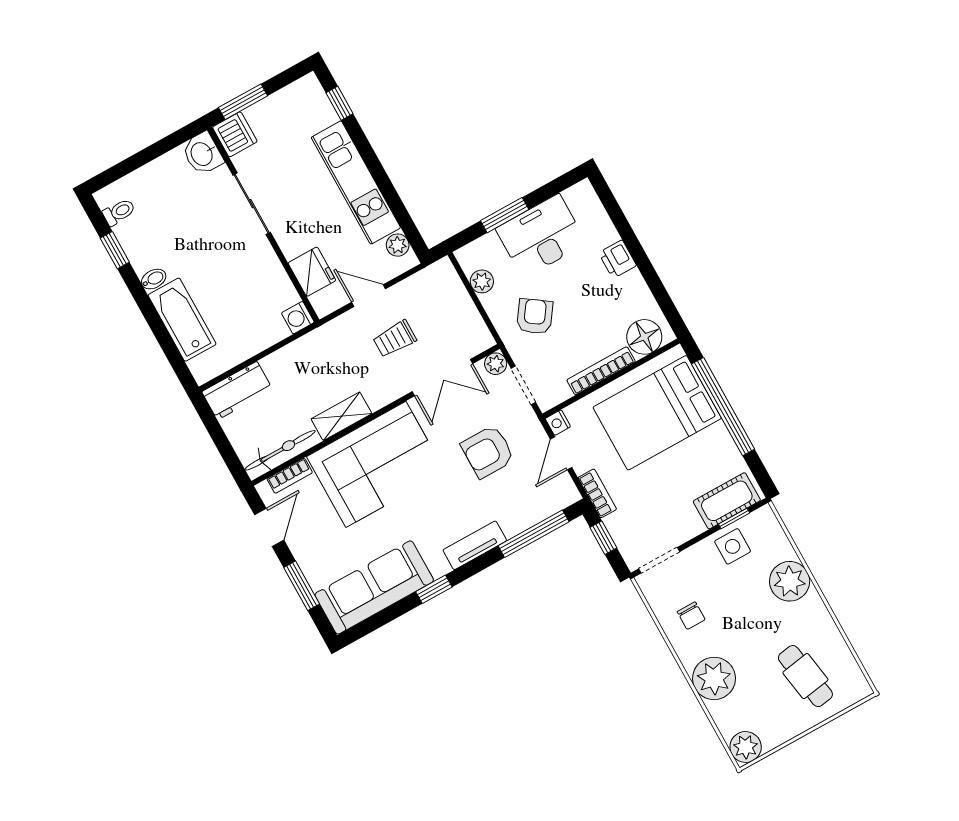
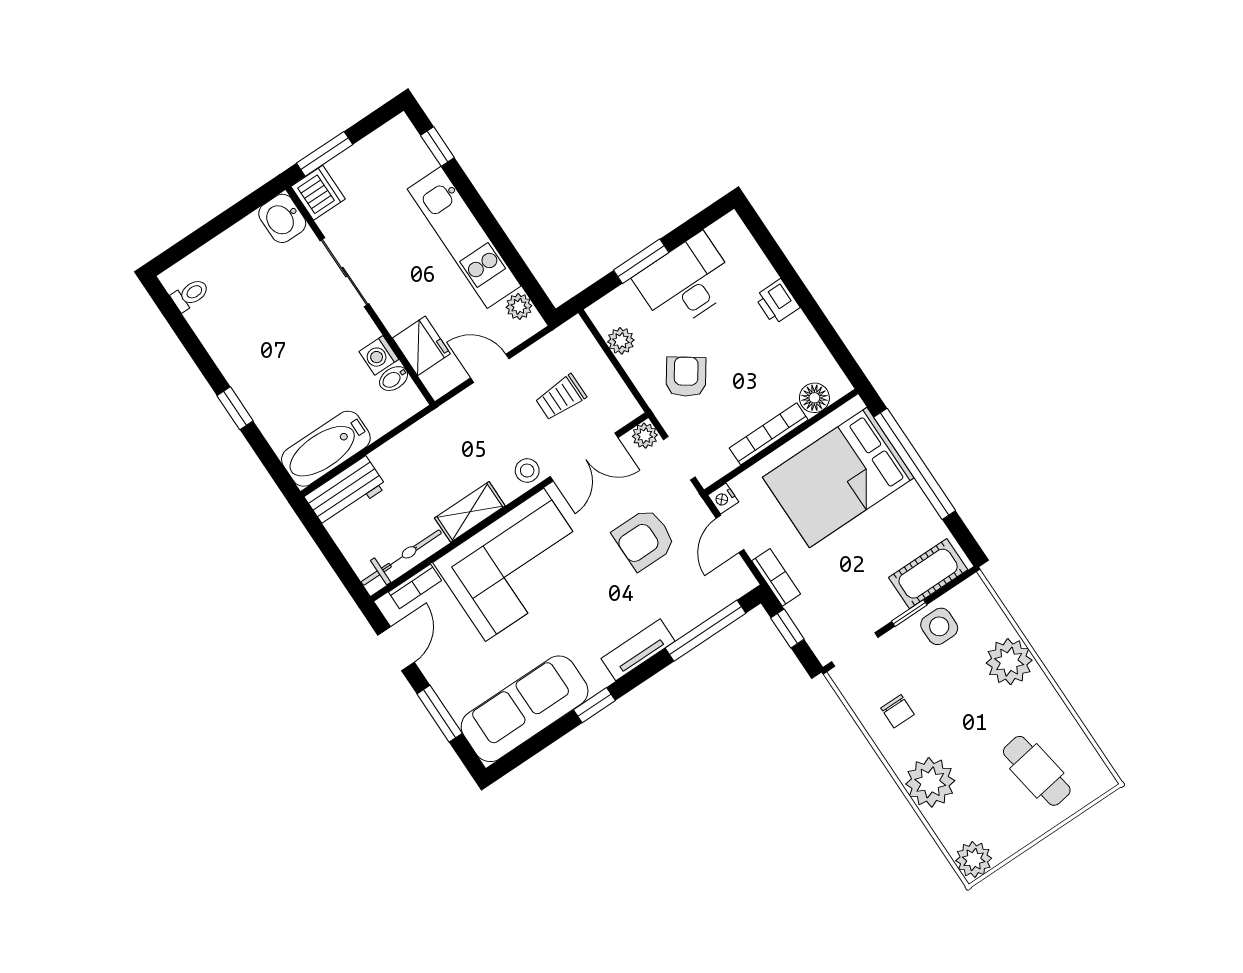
window: (115, 250) -> (235, 408), moved
bidet: (154, 279) -> (394, 379), moved, turned 180
washing machine: (298, 318) -> (379, 355), moved
bathtub: (182, 320) -> (326, 449), moved, turned -90
floor lamp: (644, 337) -> (814, 398), width x0.73, depth x0.73
trolley: (395, 339) -> (561, 397), moved
stool: (393, 385) -> (527, 471), added
window: (734, 519) -> (909, 613), moved

